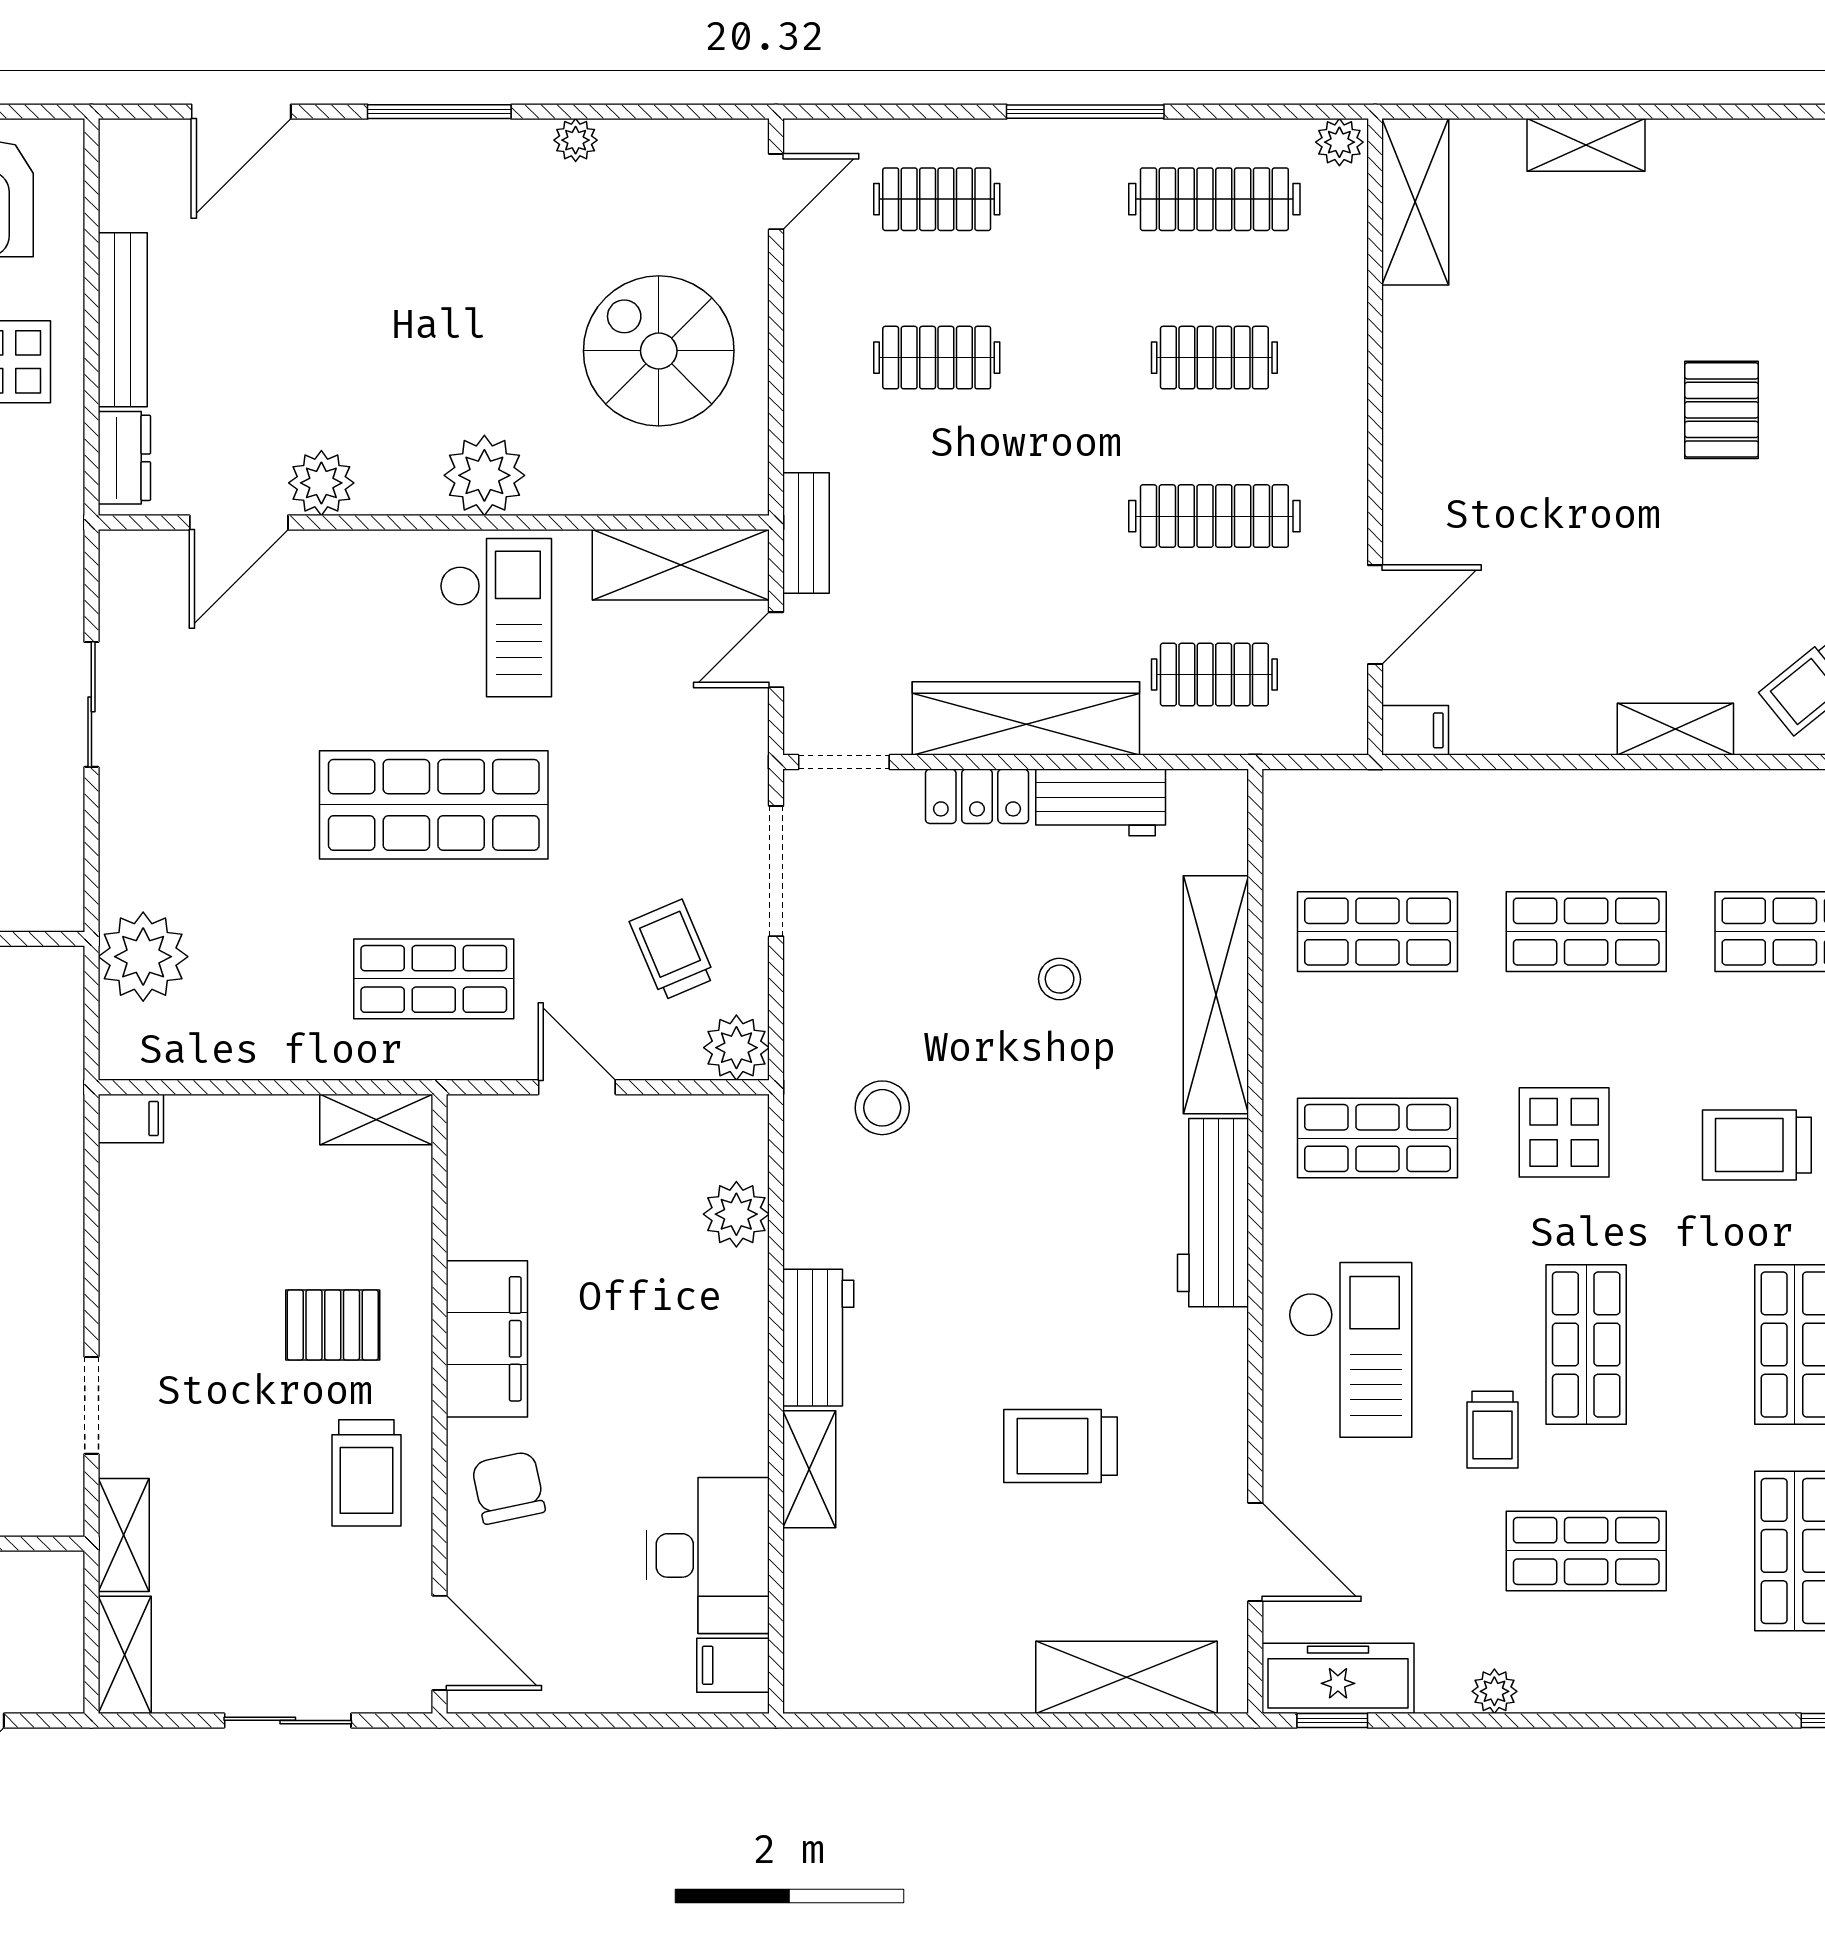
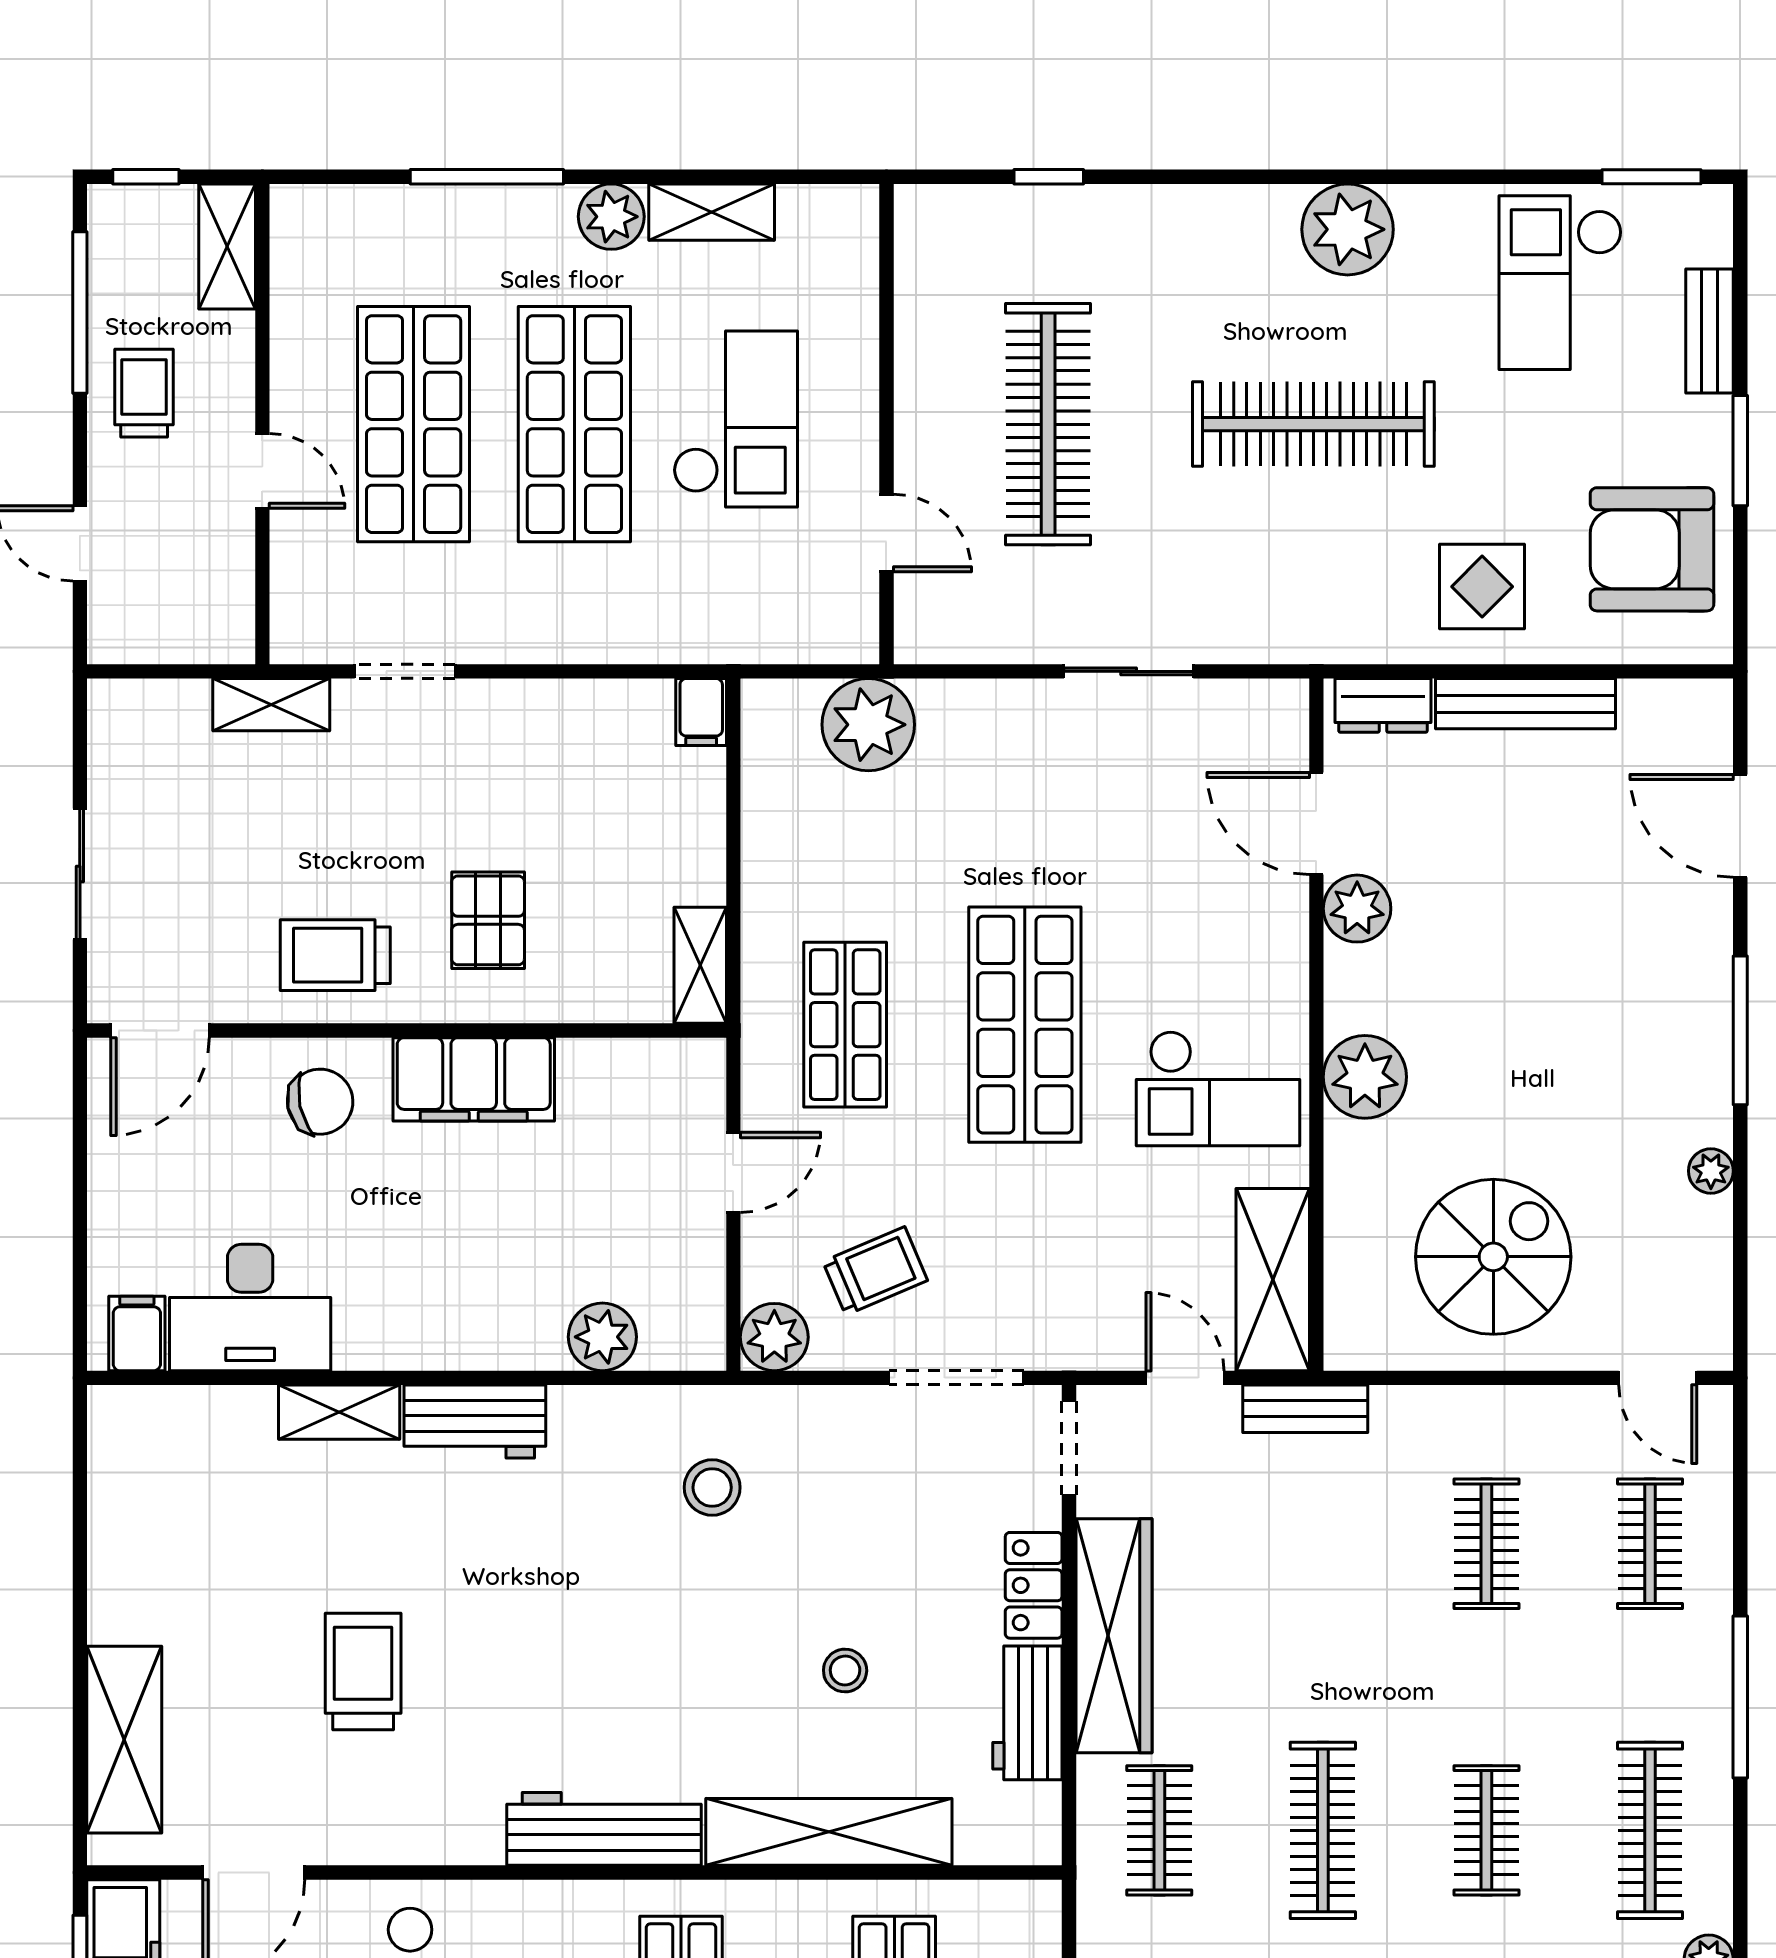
shelving: (125, 1655) -> (148, 706), removed

